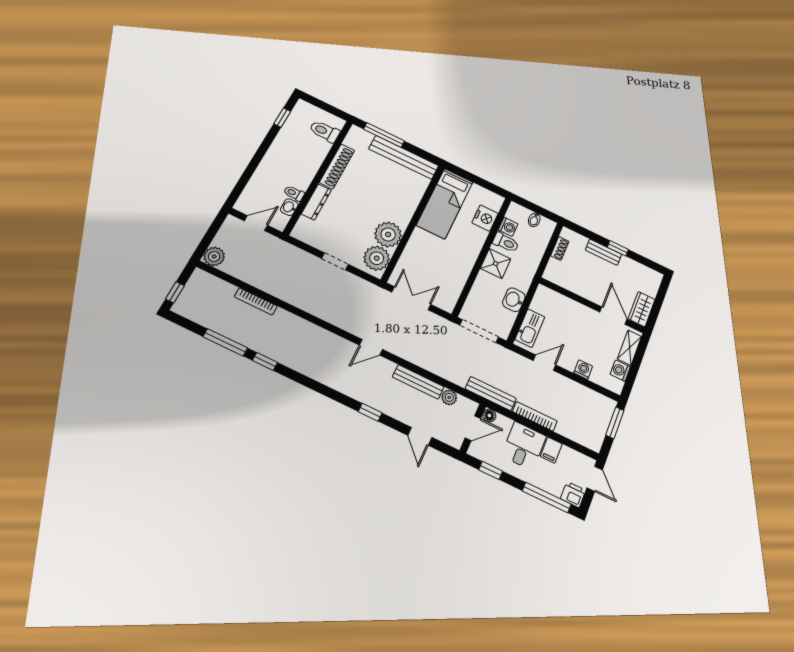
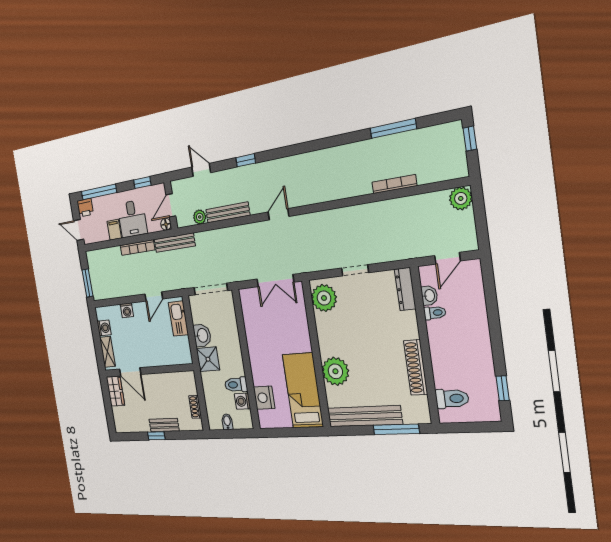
dresser: (316, 202) -> (405, 289), moved
plant: (388, 234) -> (335, 371), moved
shower: (496, 264) -> (208, 359), moved
window: (265, 361) -> (350, 138), removed

